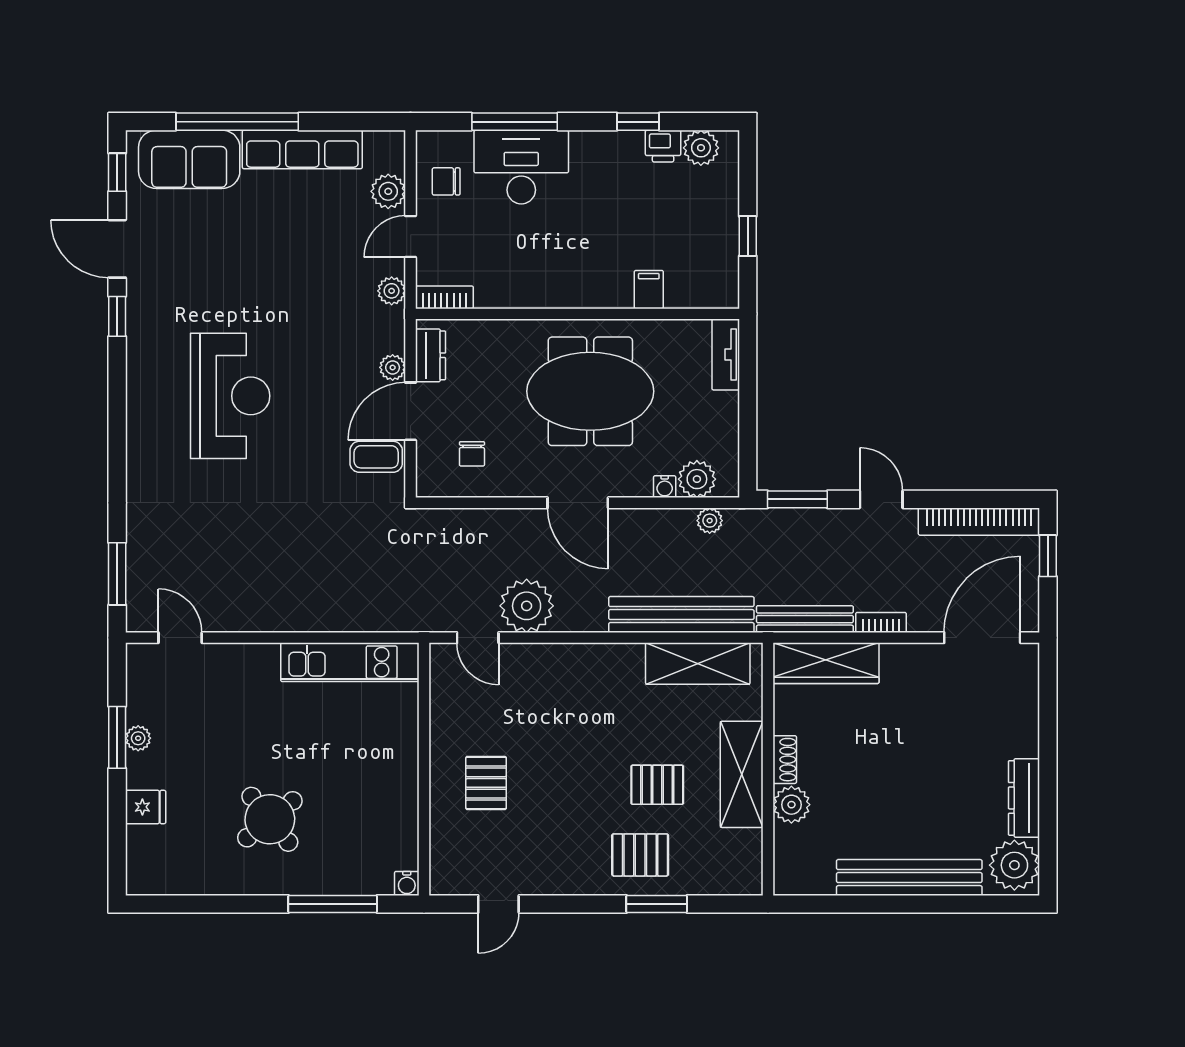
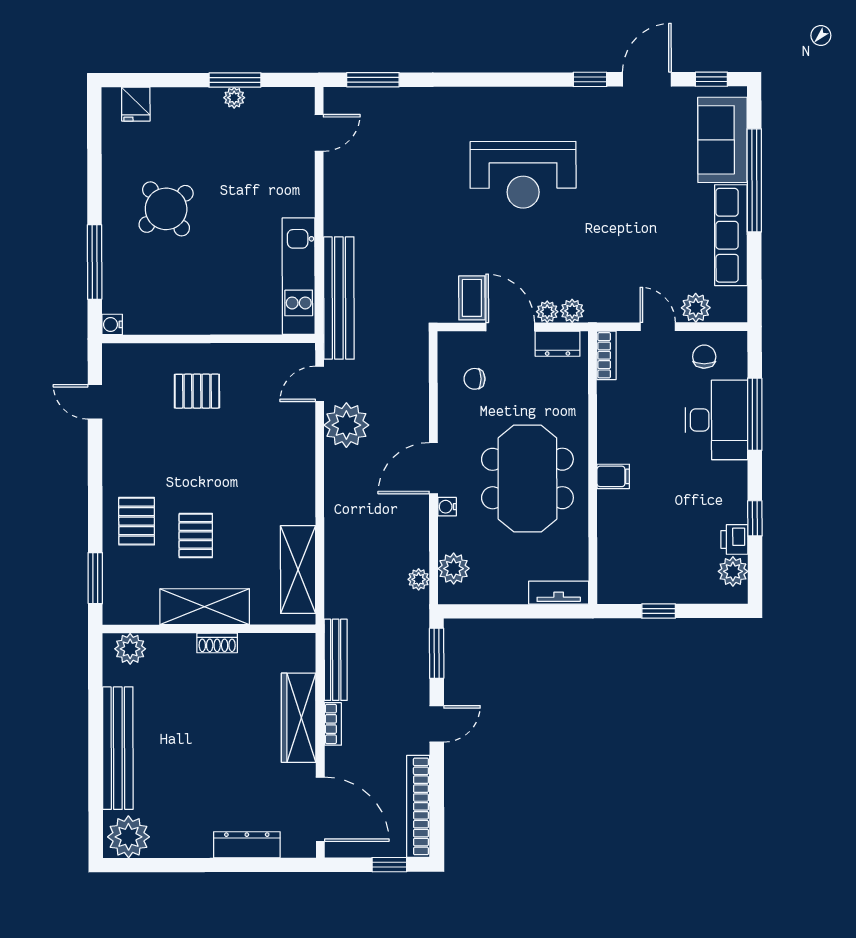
filing cabinet: (649, 290) -> (613, 476), moved
plant: (392, 291) -> (572, 311), moved
water cooler: (665, 487) -> (447, 507), moved
bench: (681, 615) -> (339, 298), moved
wardrobe: (826, 663) -> (299, 718), moved
dresser: (1024, 798) -> (247, 845), moved
plant: (791, 805) -> (130, 649), moved
fridge: (146, 807) -> (136, 104), moved
window: (657, 904) -> (95, 578), moved

